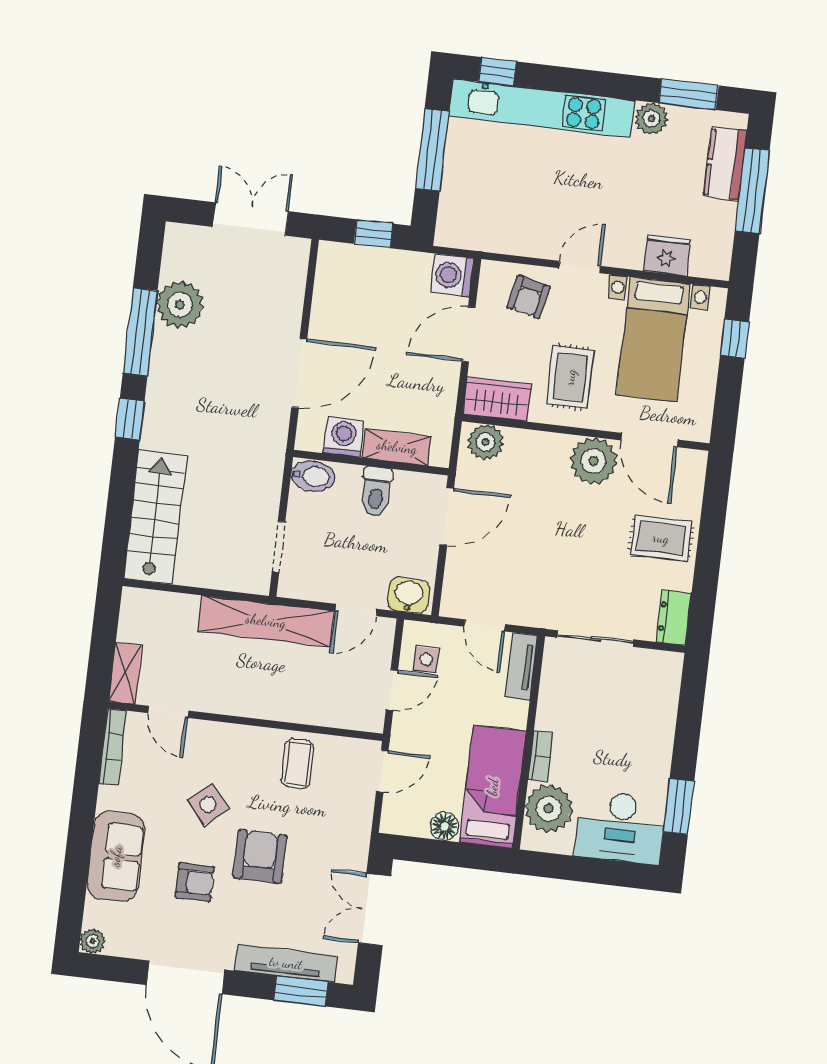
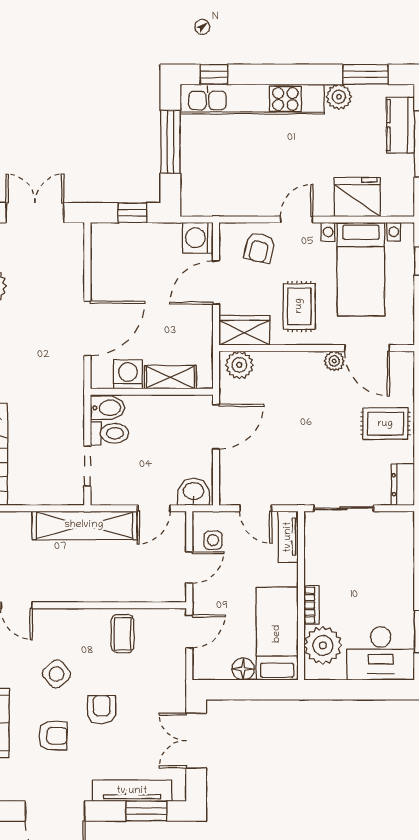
fridge: (667, 255) -> (357, 197), width x1.36, depth x1.34
plant: (594, 461) -> (334, 361), width x0.53, depth x0.53
toilet: (376, 492) -> (110, 433), moved, turned -90
armchair: (260, 856) -> (102, 710), width x0.72, depth x0.72

